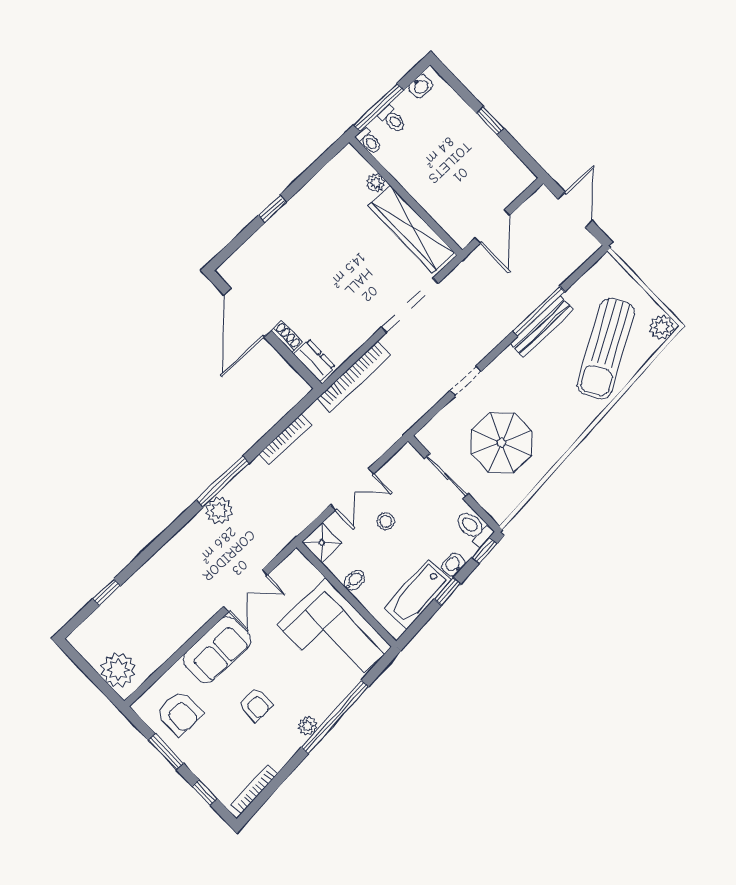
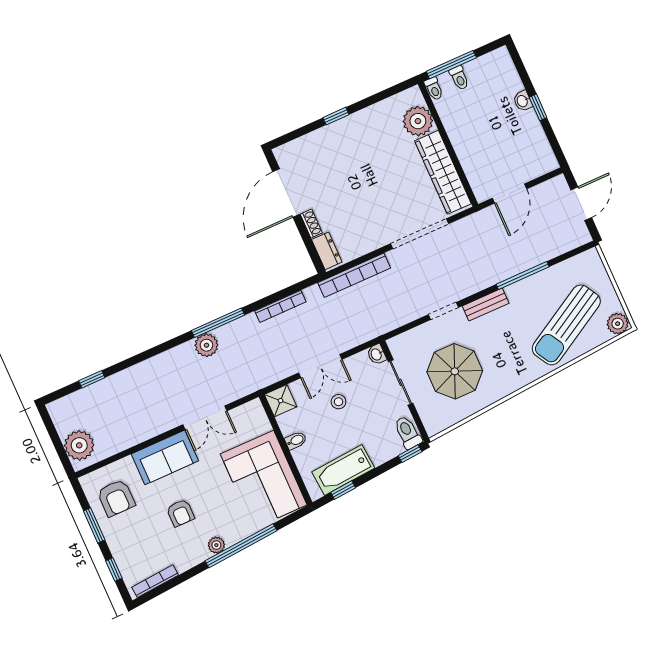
washbasin: (420, 86) -> (523, 101), moved, turned 90
plant: (375, 183) -> (418, 121), width x1.87, depth x1.87
bench: (542, 327) -> (486, 305), moved, width x0.73
washbasin: (453, 565) -> (377, 354), moved, turned -86
window: (447, 592) -> (343, 490), moved

